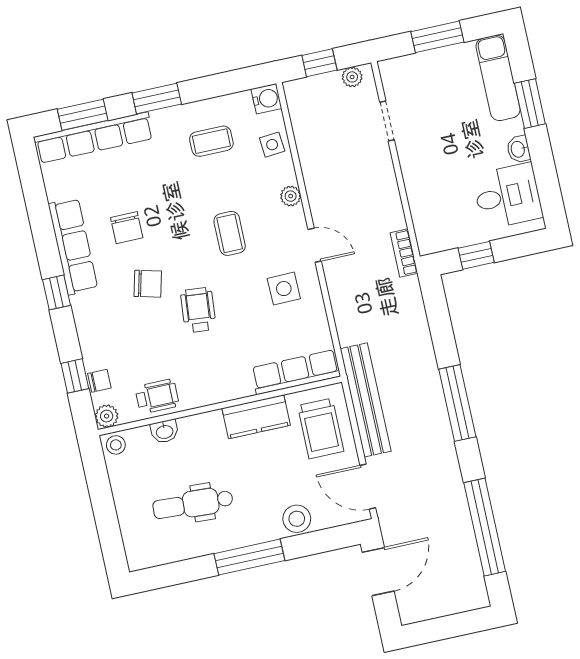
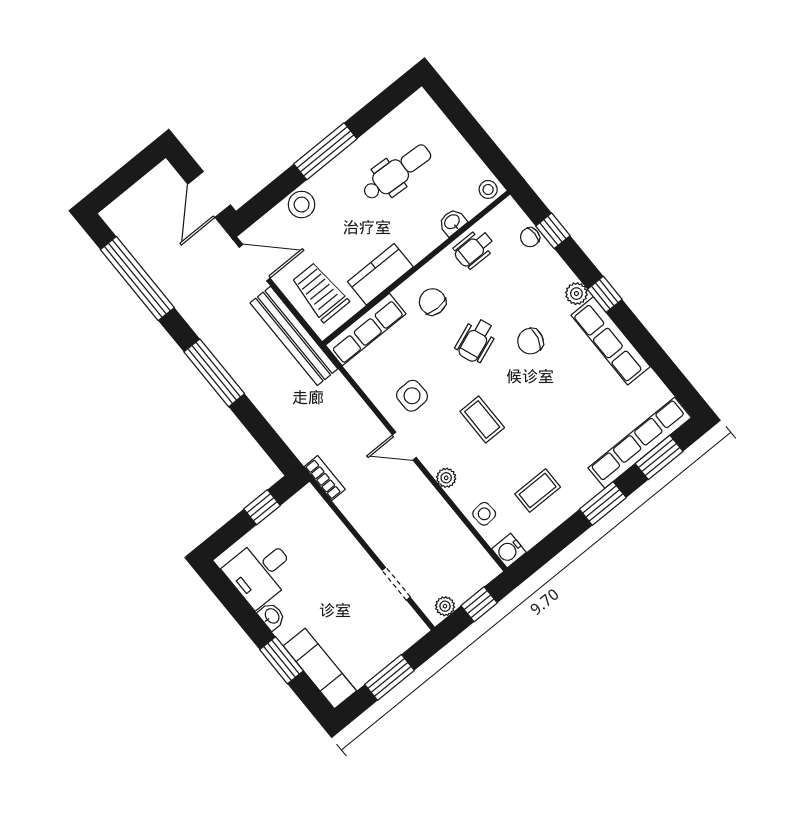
chair: (127, 228) -> (432, 302), moved
wheelchair: (198, 310) -> (476, 340), turned 64
plant: (107, 416) -> (576, 294), moved

